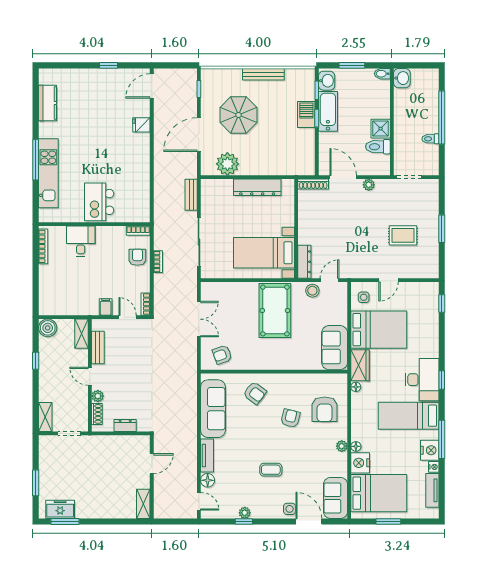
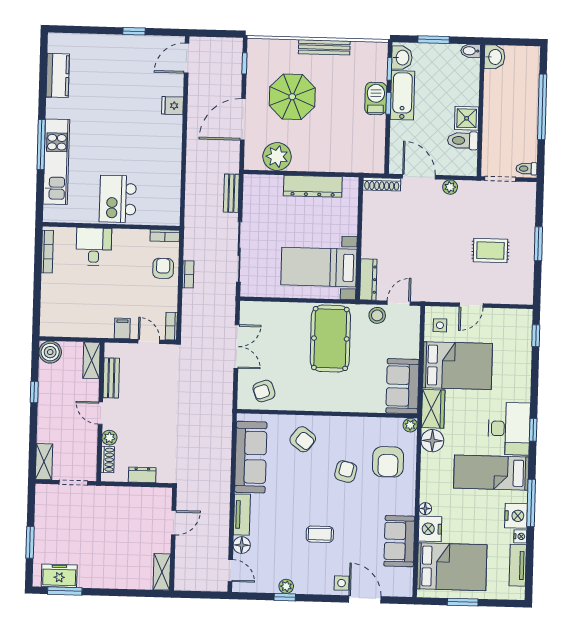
toilet: (430, 139) -> (527, 169), moved
floor lamp: (356, 387) -> (432, 441), width x1.89, depth x1.89
plant: (342, 446) -> (410, 425), moved
sofa: (336, 498) -> (399, 541), moved

